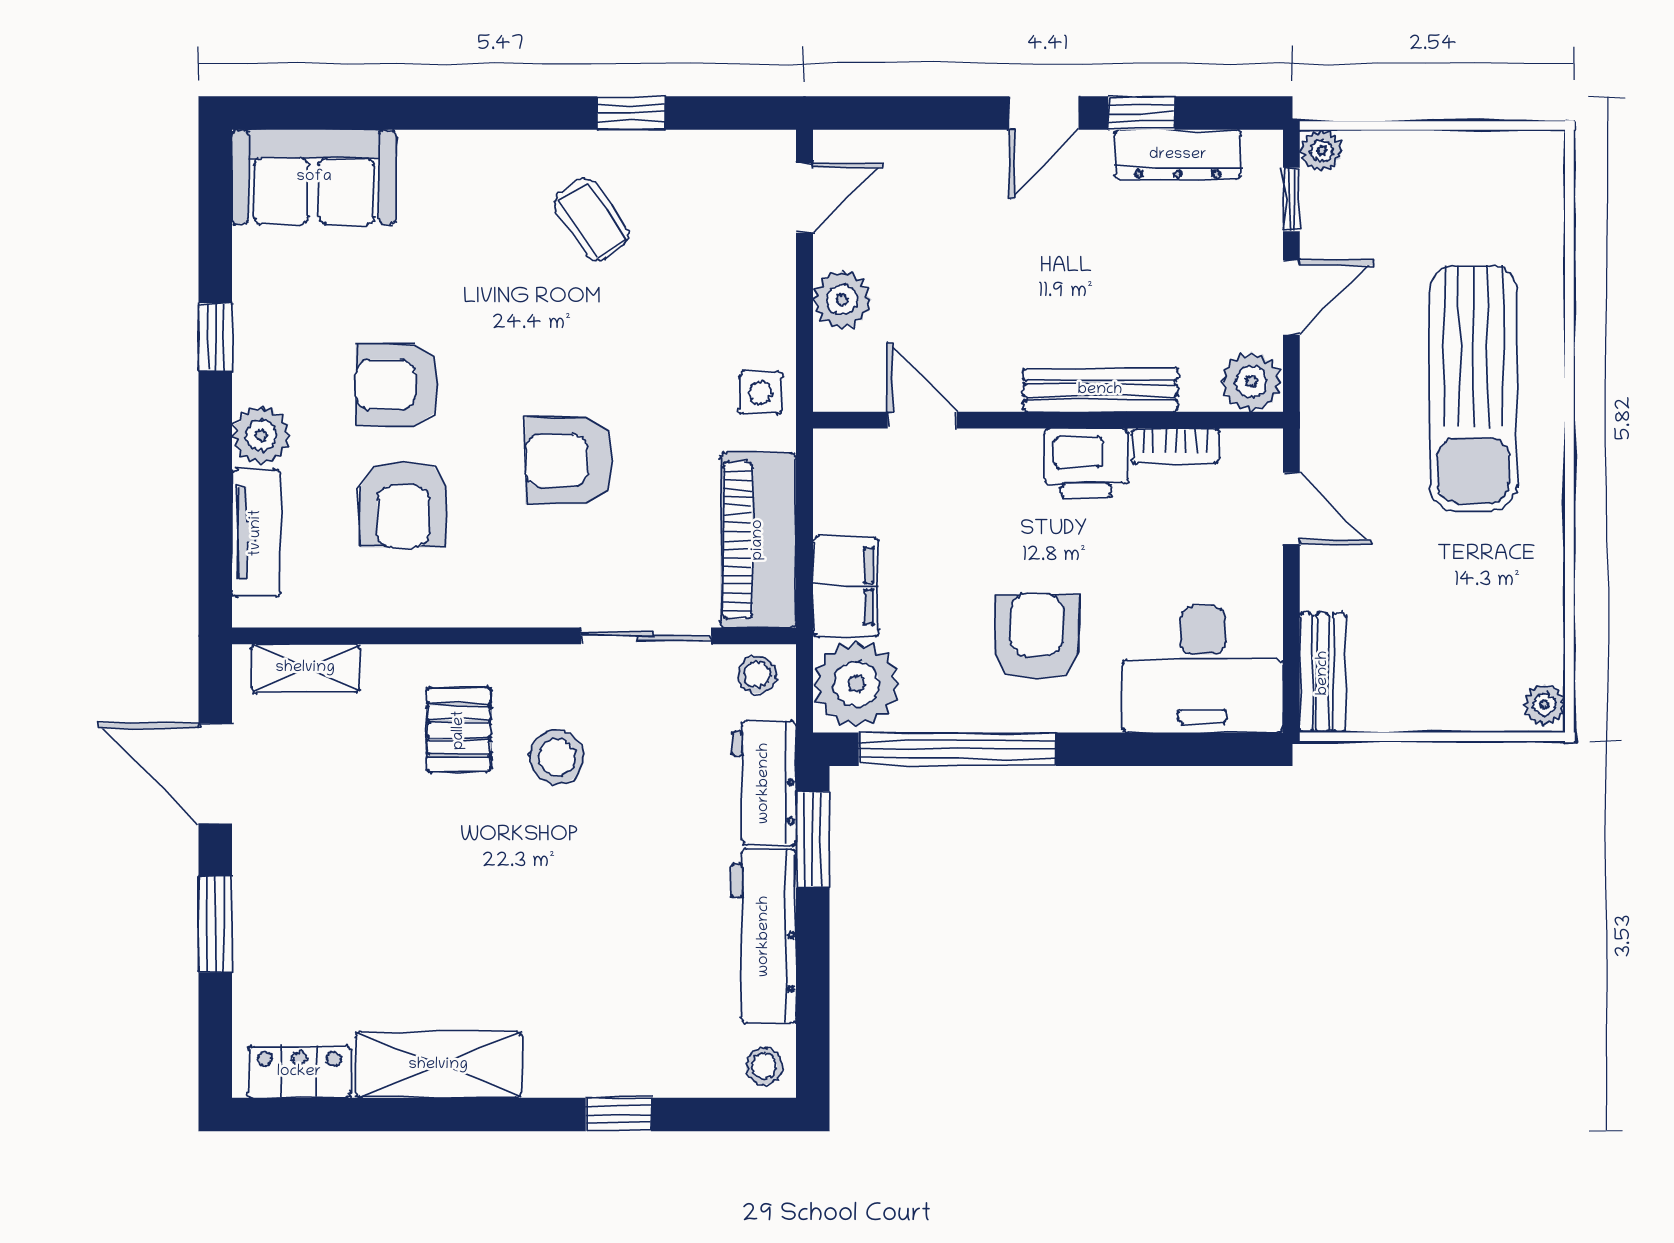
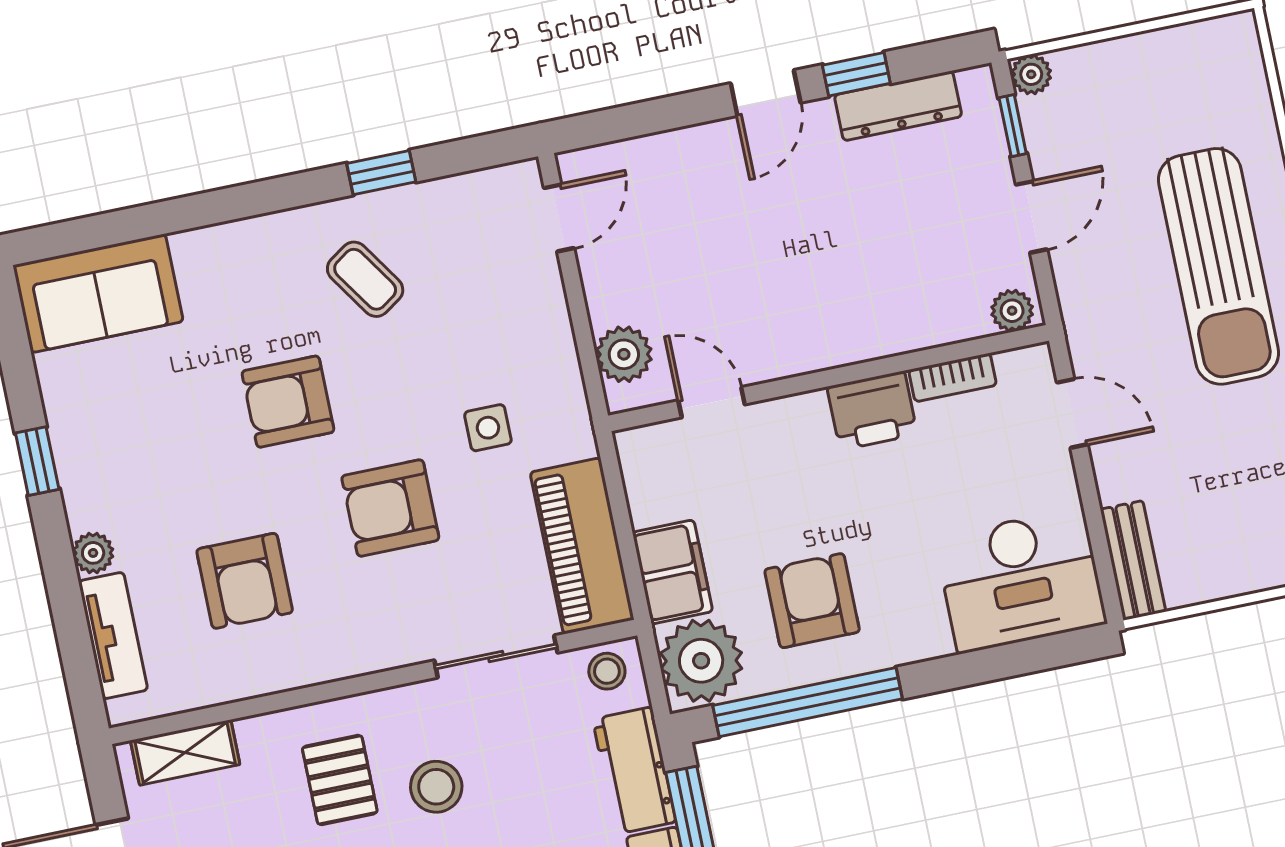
plant: (842, 300) -> (624, 354), moved
plant: (1251, 382) -> (1012, 311), width x0.73, depth x0.73
armchair: (397, 385) -> (288, 402), moved
bench: (1100, 390) -> (872, 340), removed
side table: (761, 393) -> (488, 428), moved
plant: (261, 435) -> (93, 553), width x0.73, depth x0.73
armchair: (1037, 637) -> (812, 601), moved

